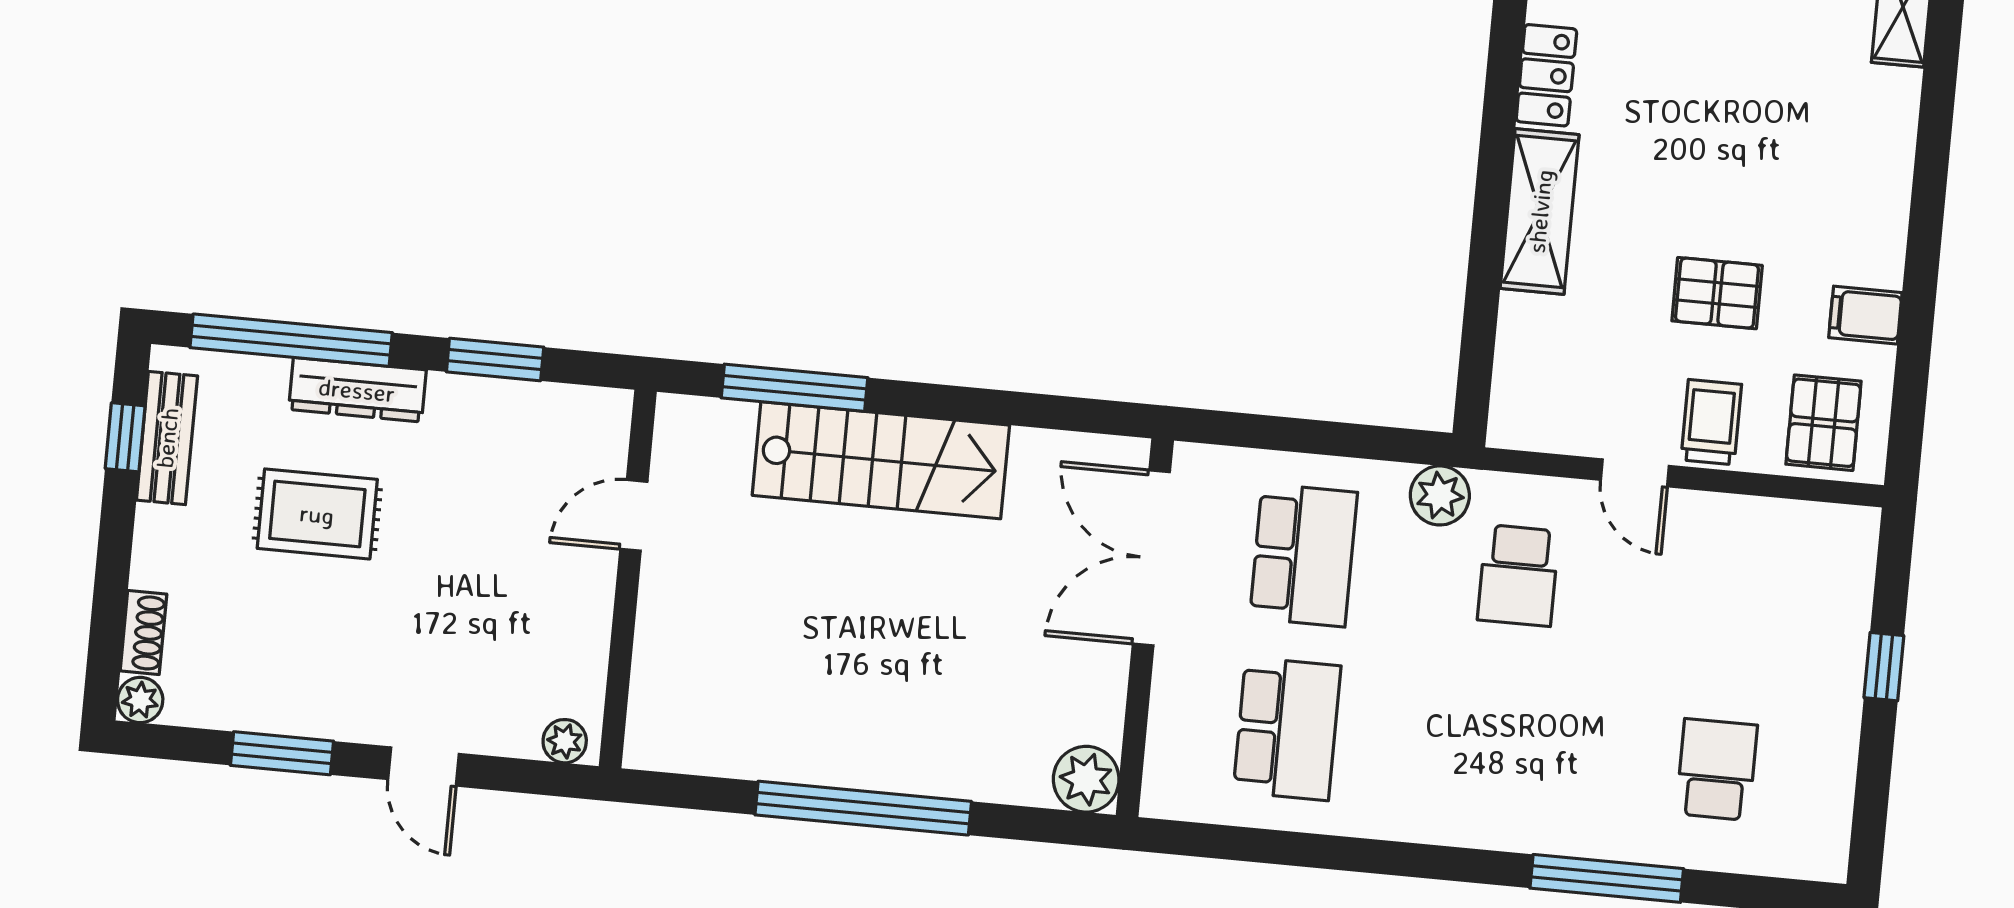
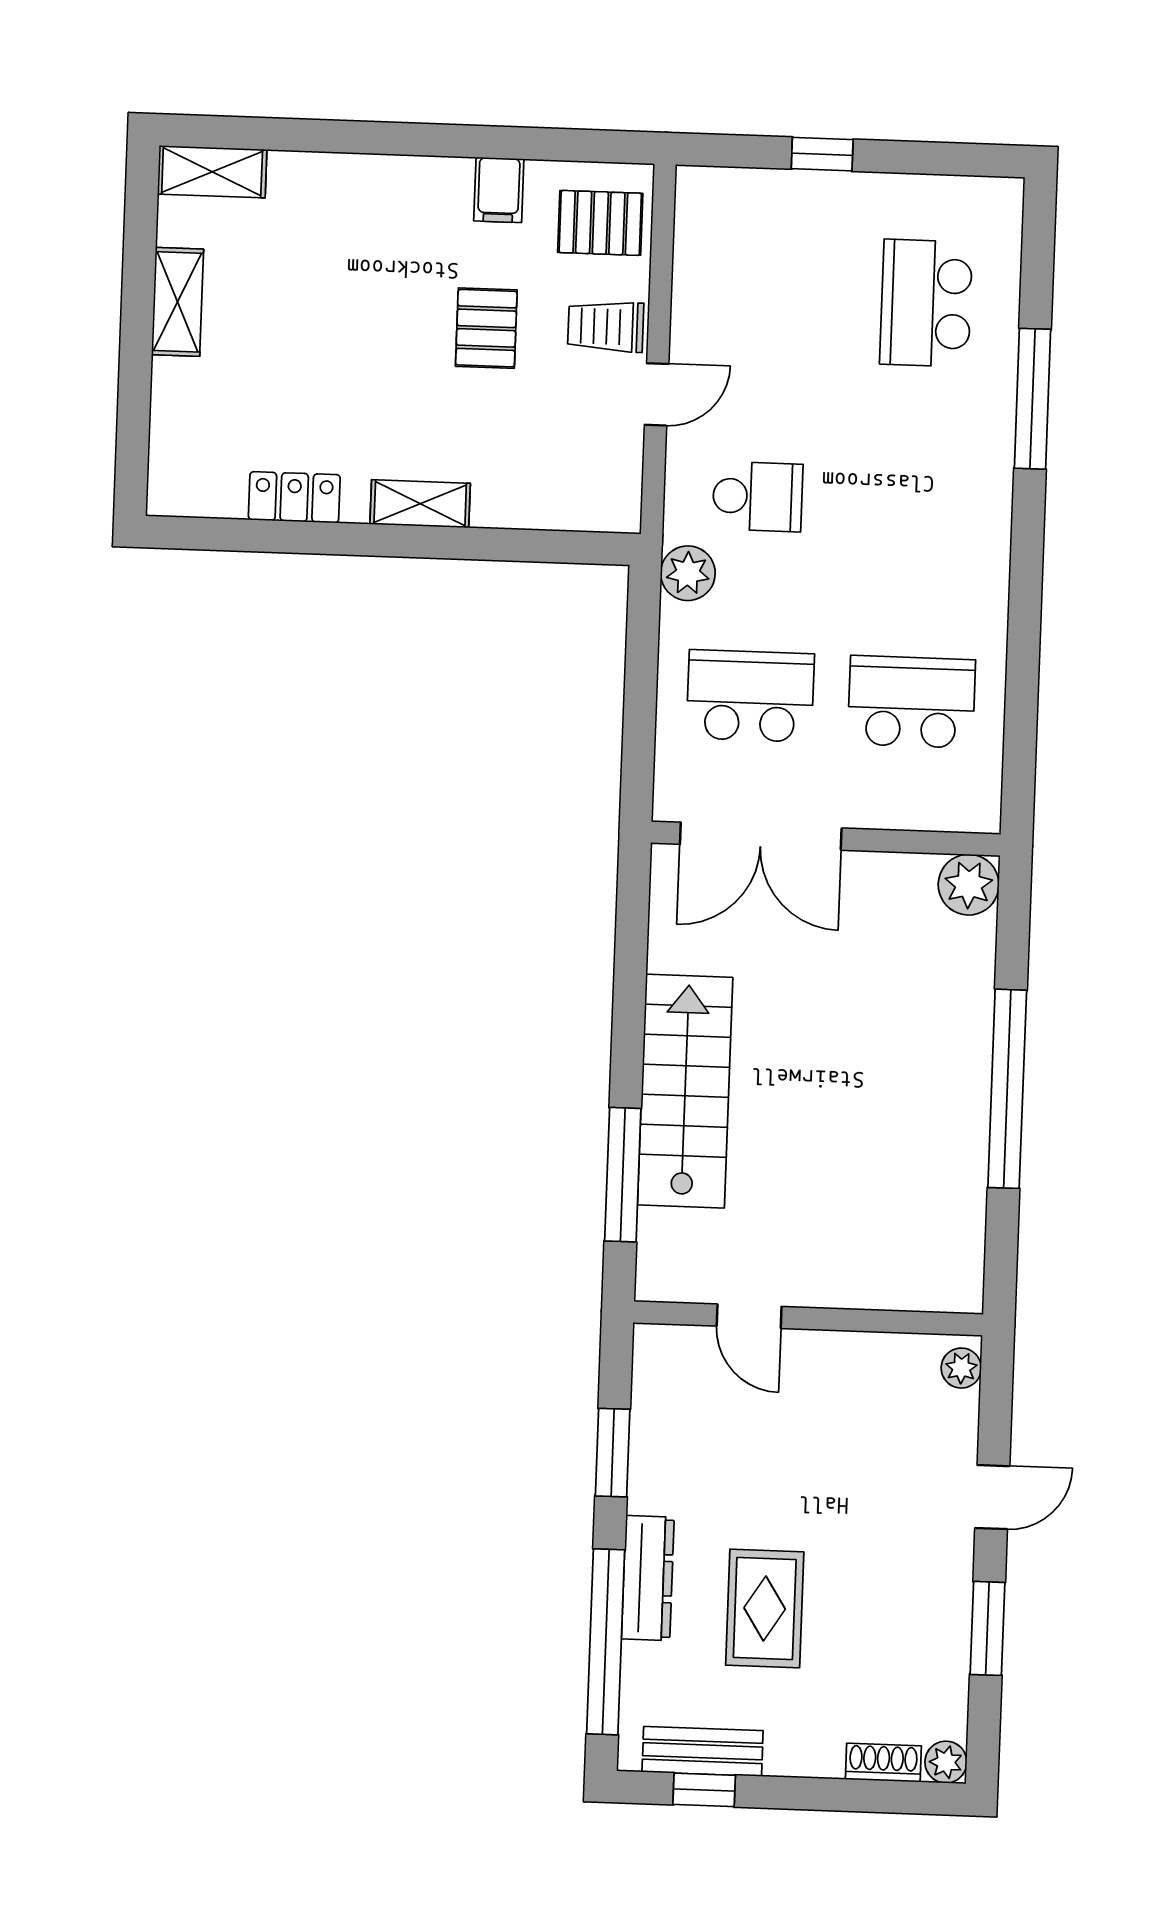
shelving: (1540, 211) -> (420, 504), width x0.67, depth x0.75
school desk: (1717, 769) -> (926, 303), width x1.85

